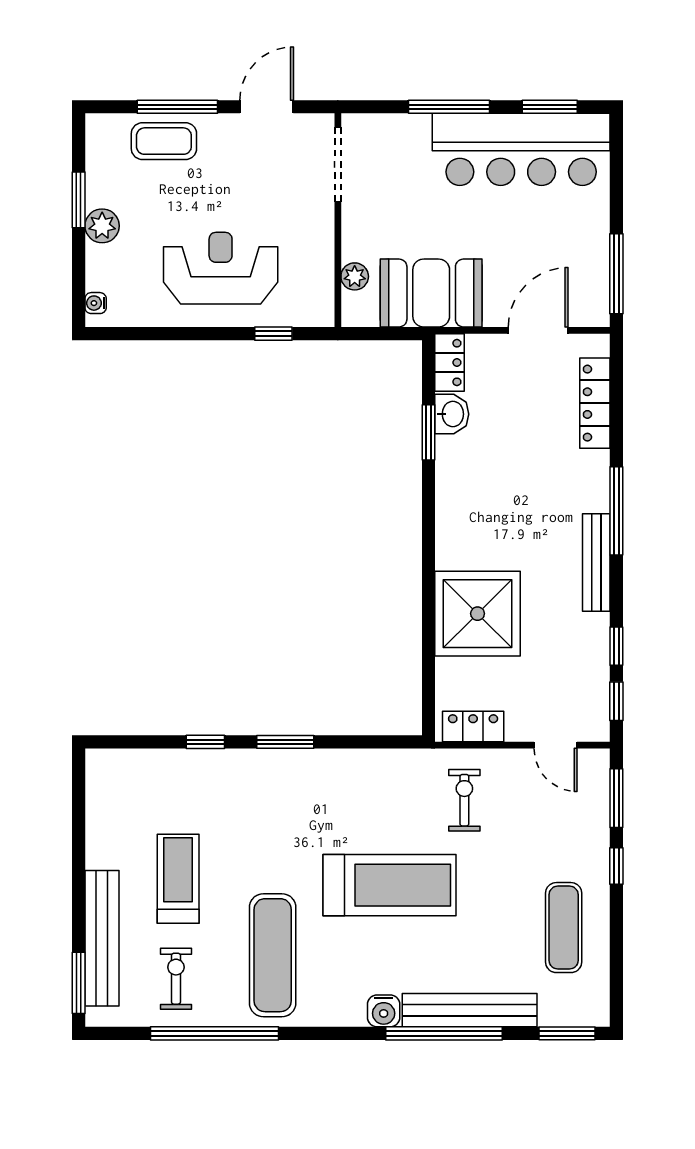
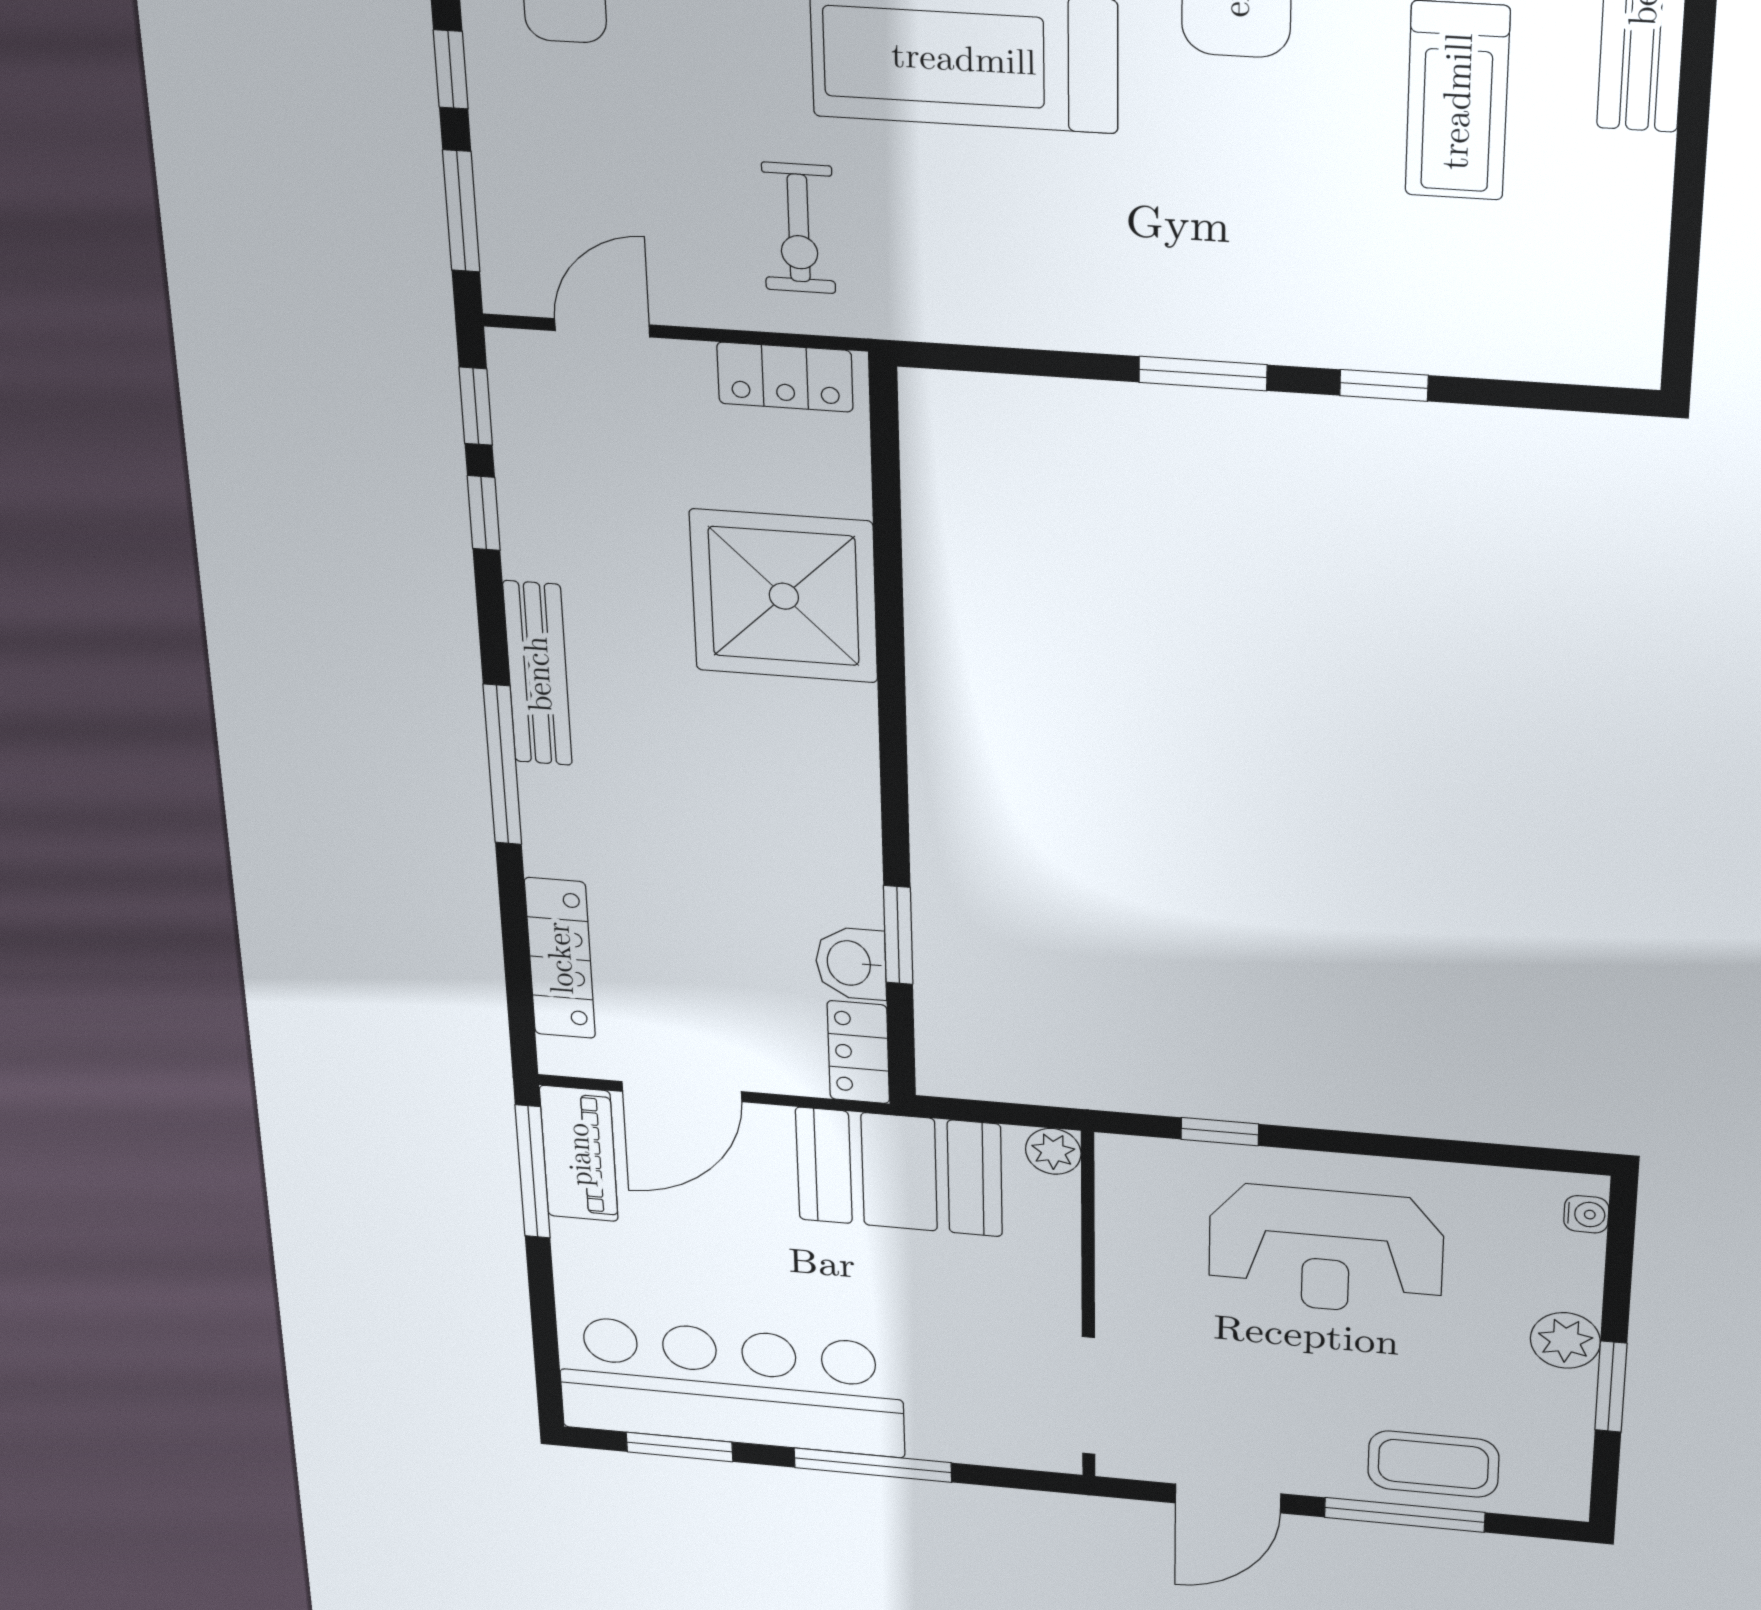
plant: (355, 276) -> (1053, 1151), moved
piano: (592, 287) -> (579, 1154), added
door: (556, 745) -> (602, 328), hinge flipped

